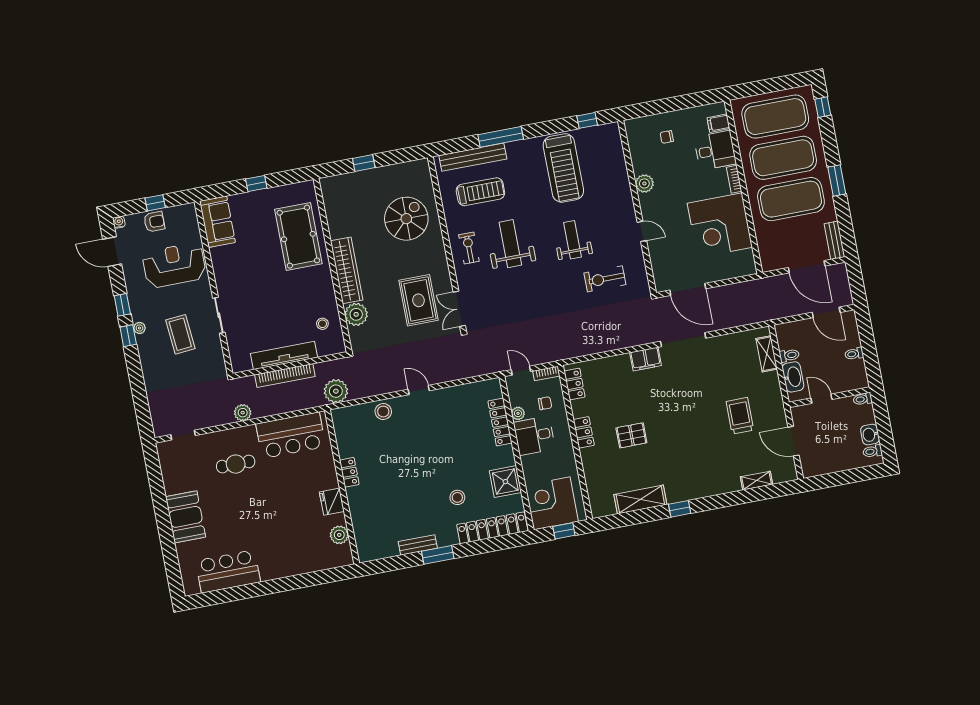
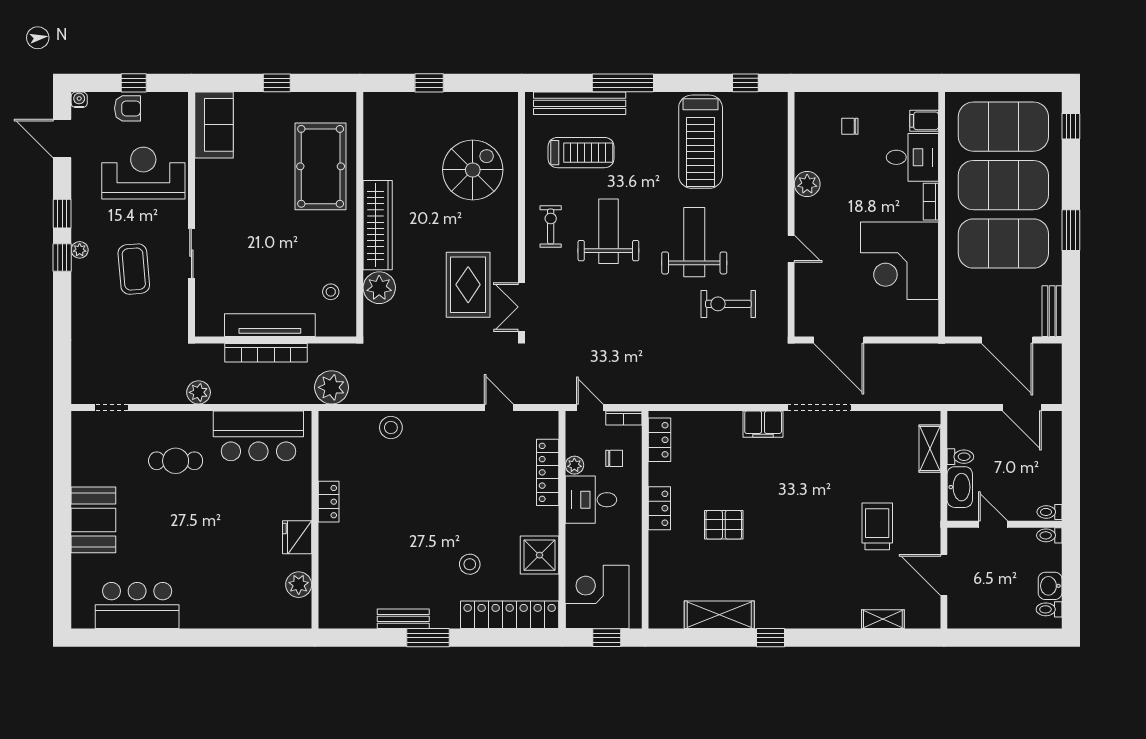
weight bench: (572, 240) -> (694, 242), width x1.36, depth x1.33
toilet: (854, 354) -> (1049, 512), moved
door: (419, 390) -> (499, 407), moved

